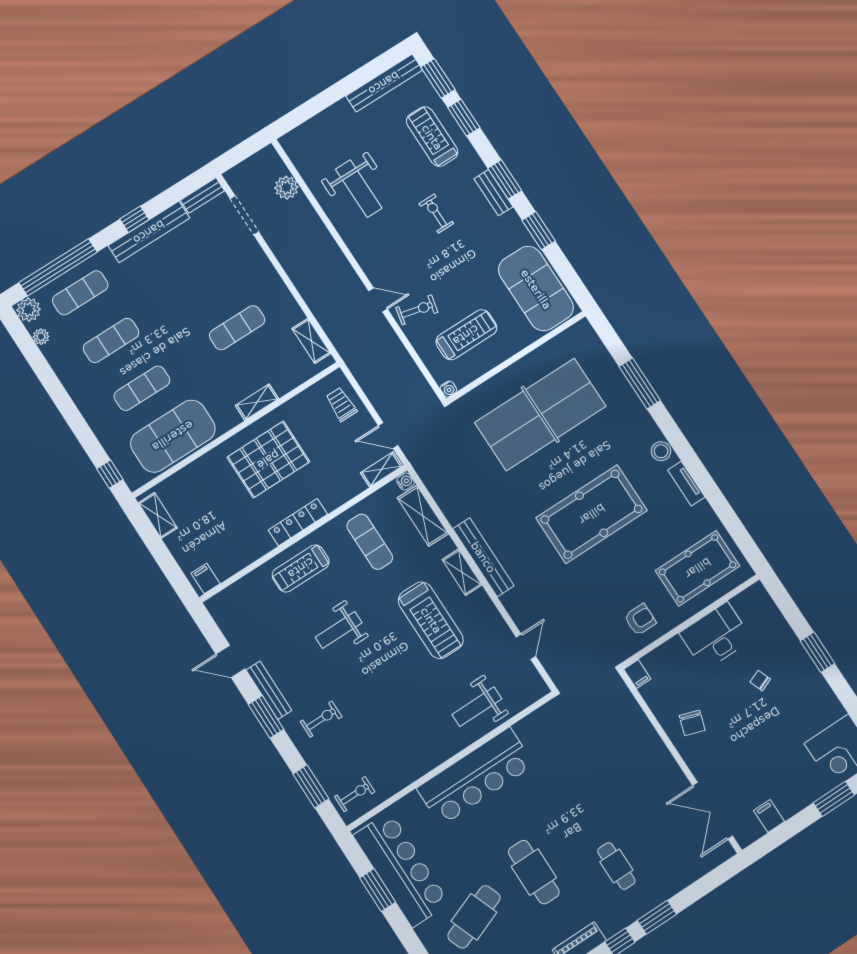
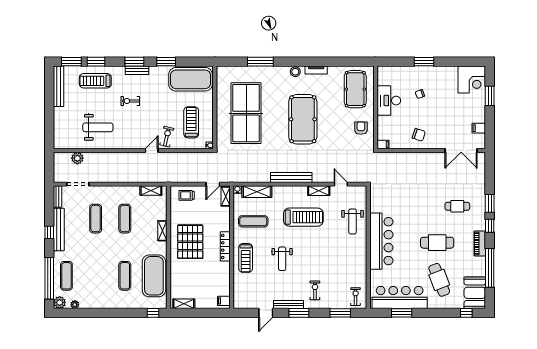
exercise mat: (111, 340) -> (96, 219), moved
shelving: (462, 572) -> (319, 191), moved

